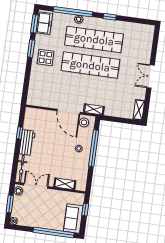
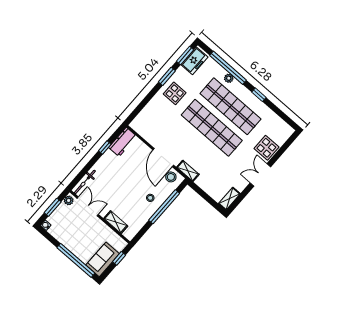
display table: (142, 53) -> (266, 148), added
workbench: (27, 142) -> (123, 142), moved

